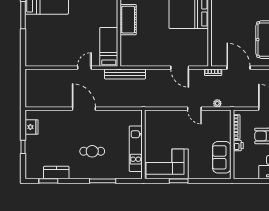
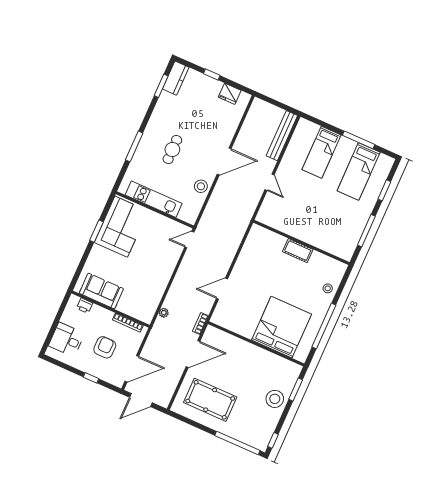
cot: (128, 20) -> (298, 251), width x0.73, depth x0.75
bed: (109, 47) -> (321, 152), moved, turned 90
bench: (125, 74) -> (282, 136), moved
door: (194, 109) -> (189, 240), moved
stool: (110, 118) -> (201, 186), added
printer: (238, 146) -> (85, 306), moved
kitchen counter: (56, 173) -> (176, 78), moved

